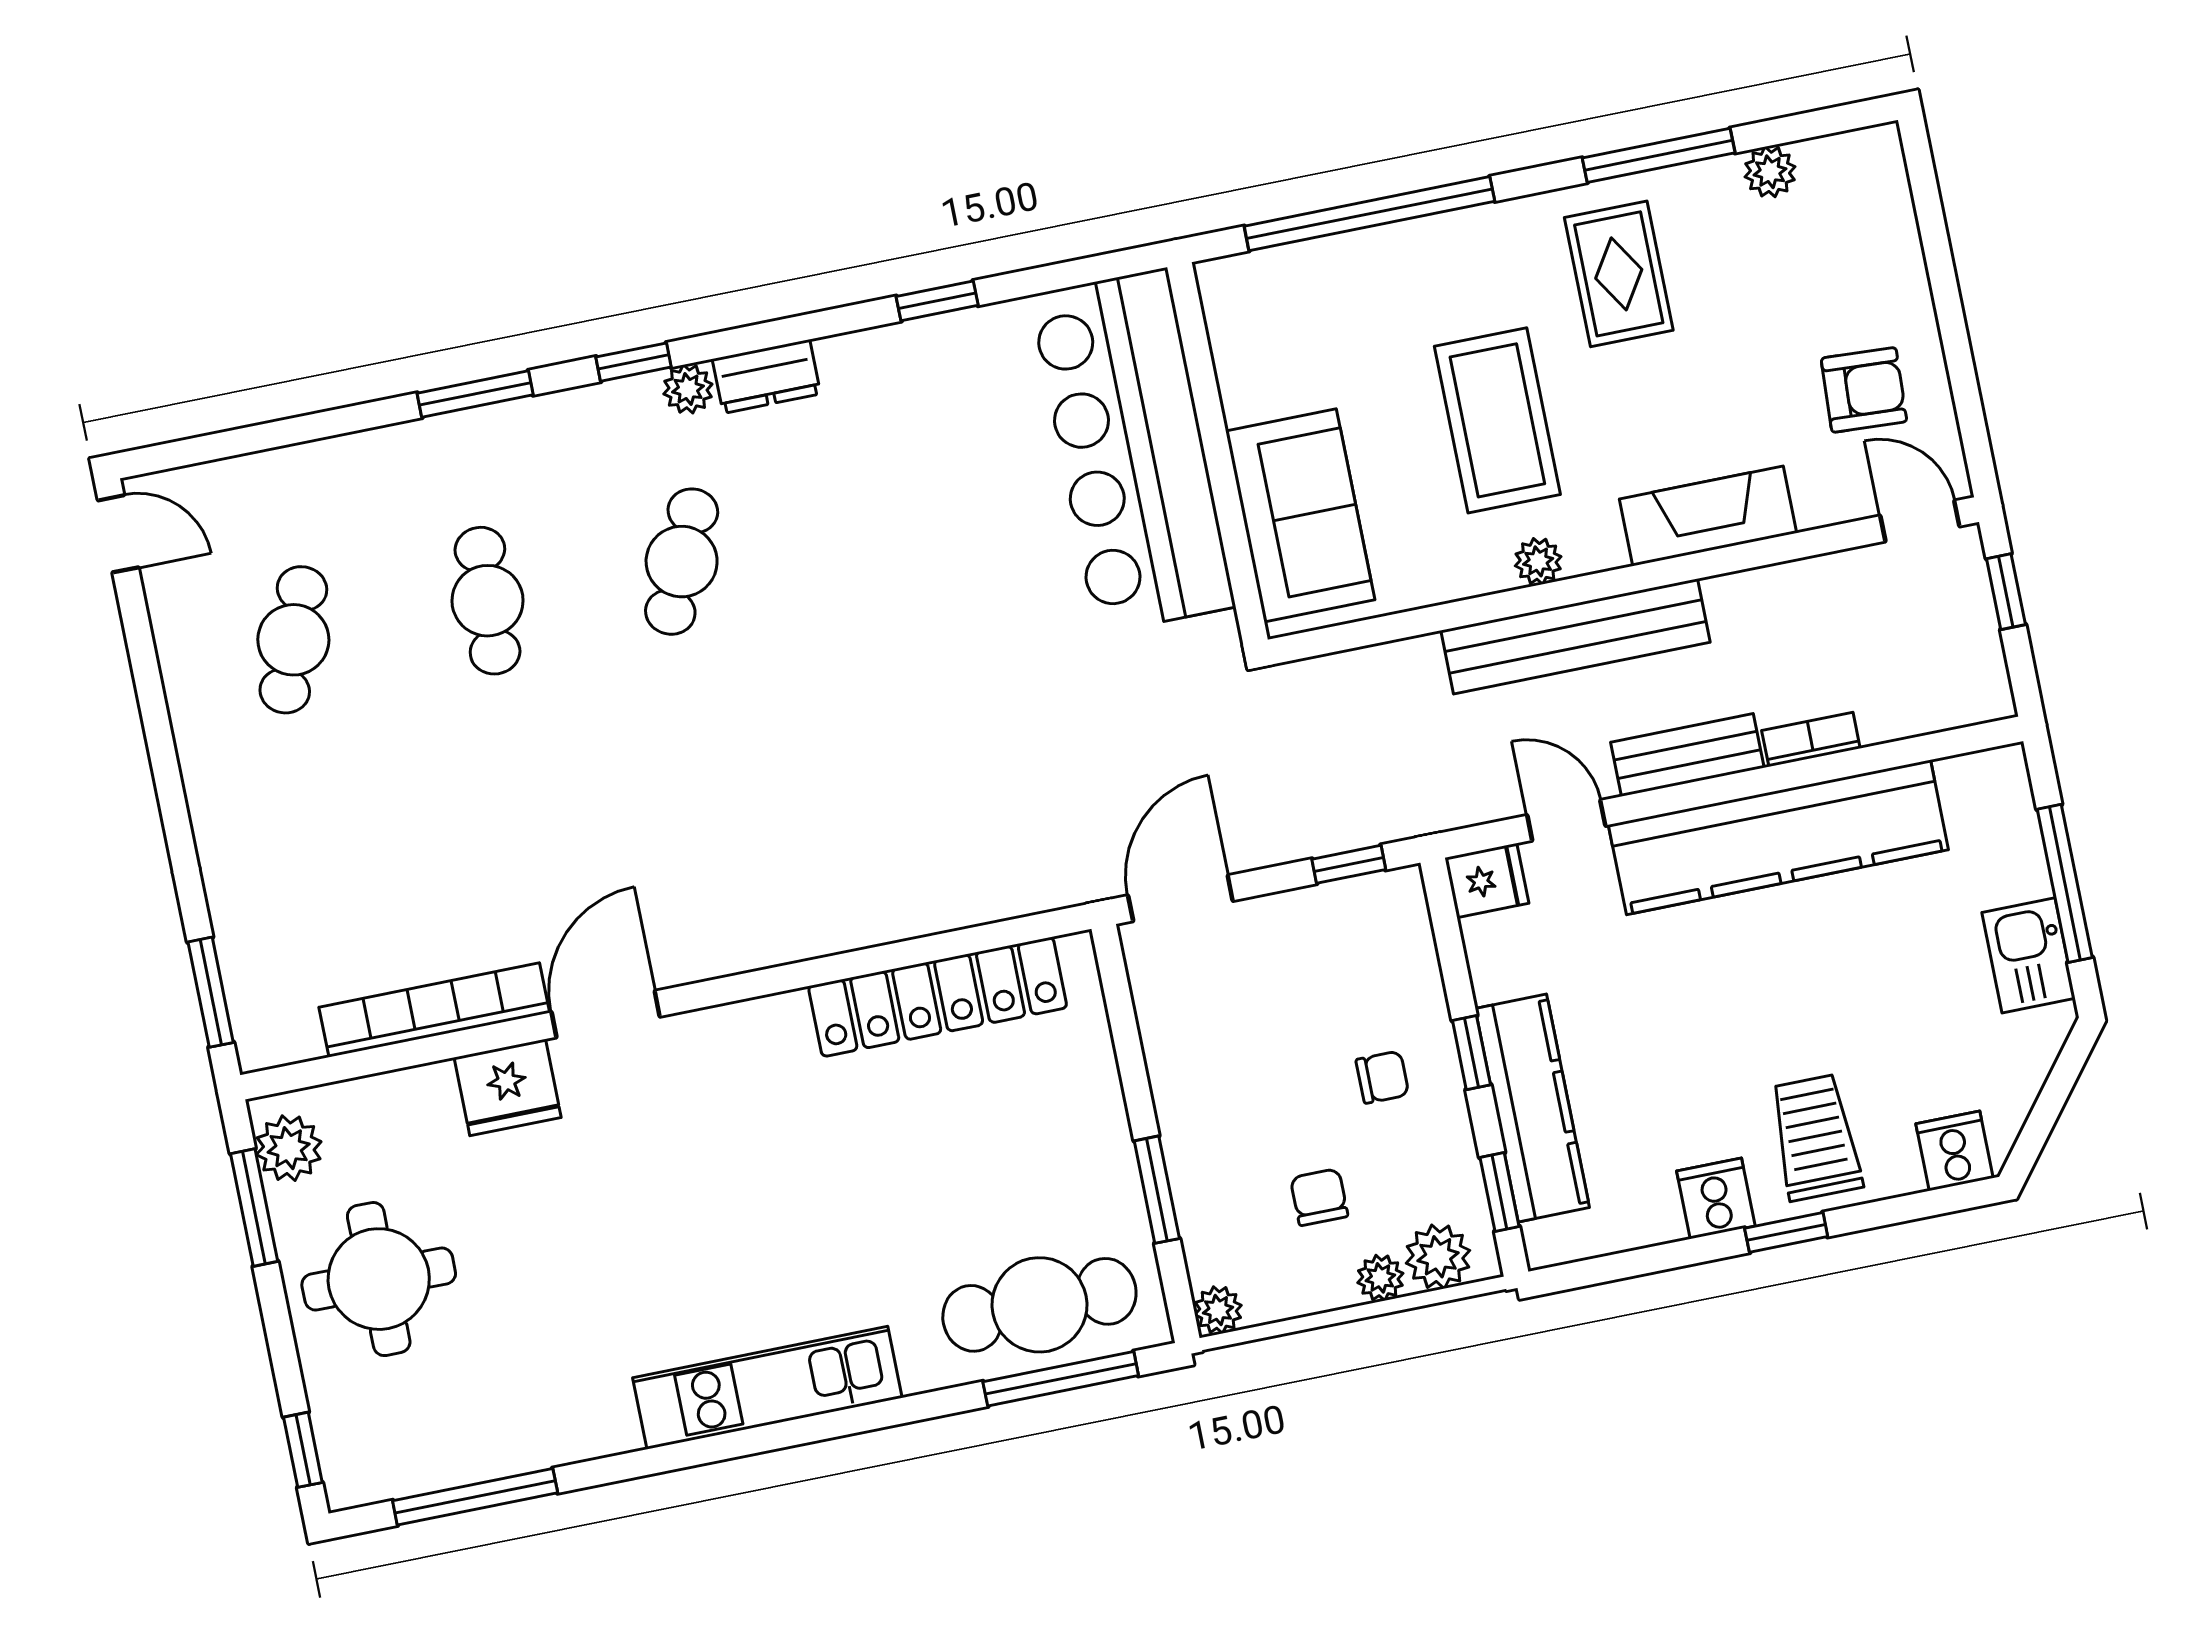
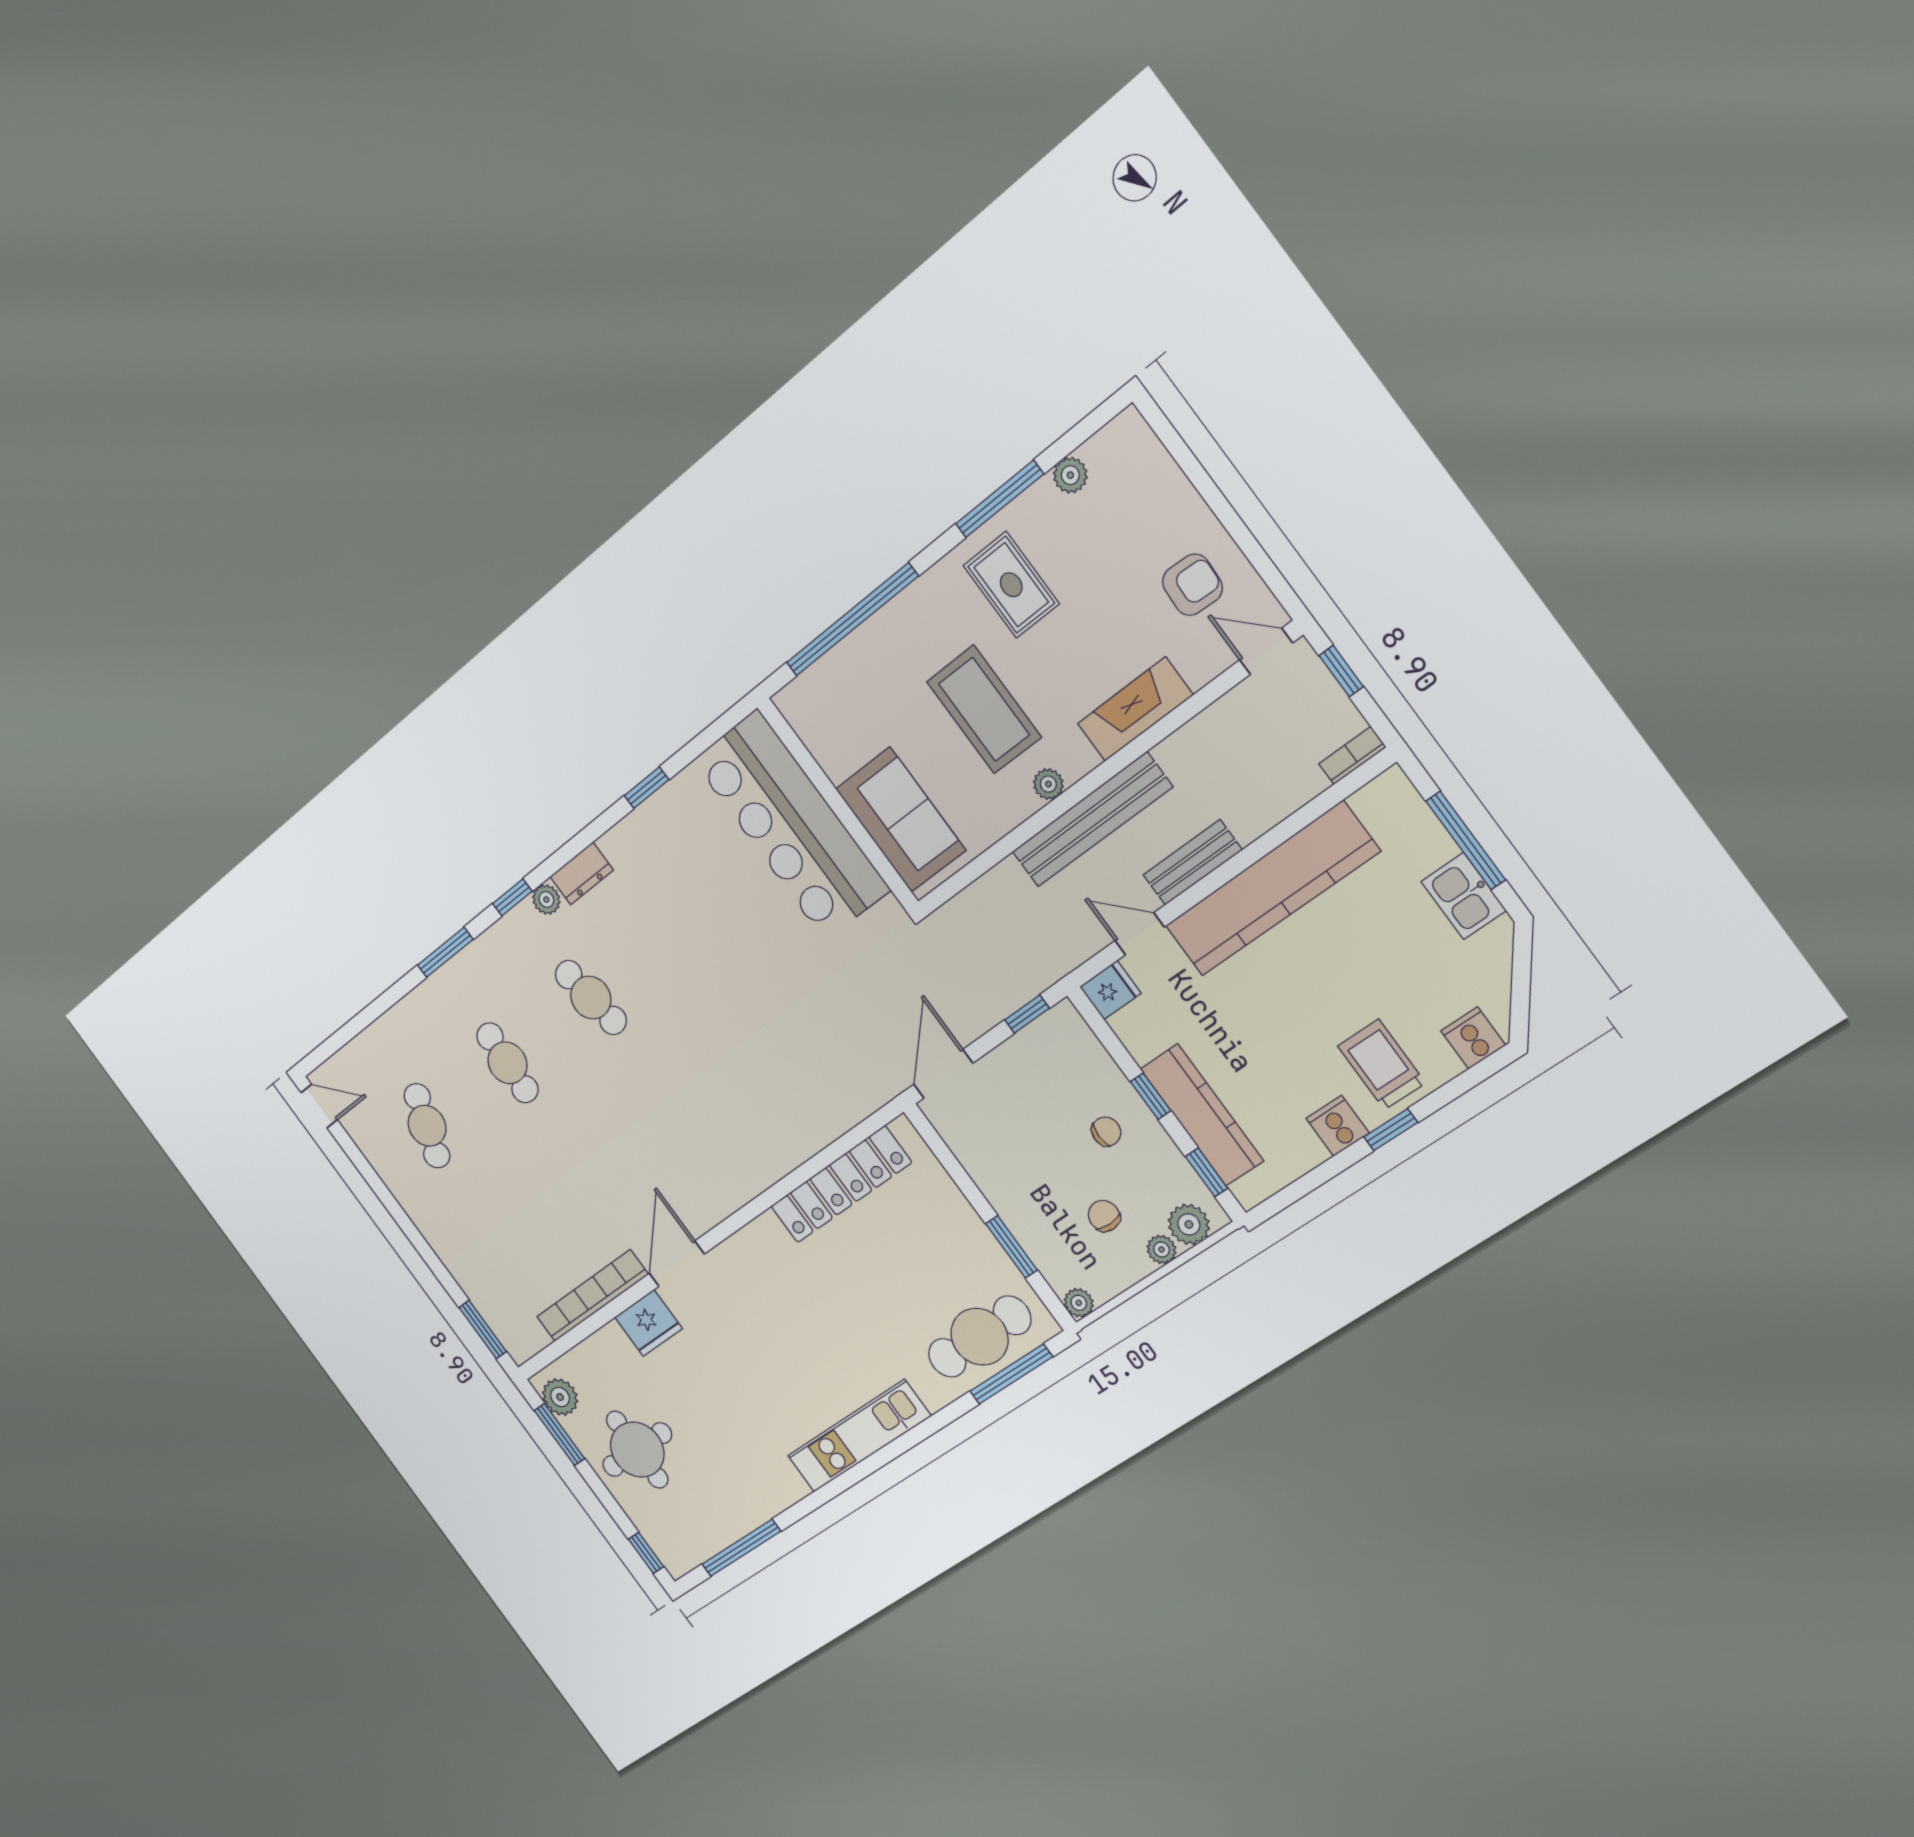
cafe table: (682, 562) -> (591, 998), turned -33
bookcase: (1811, 739) -> (1352, 756), moved

